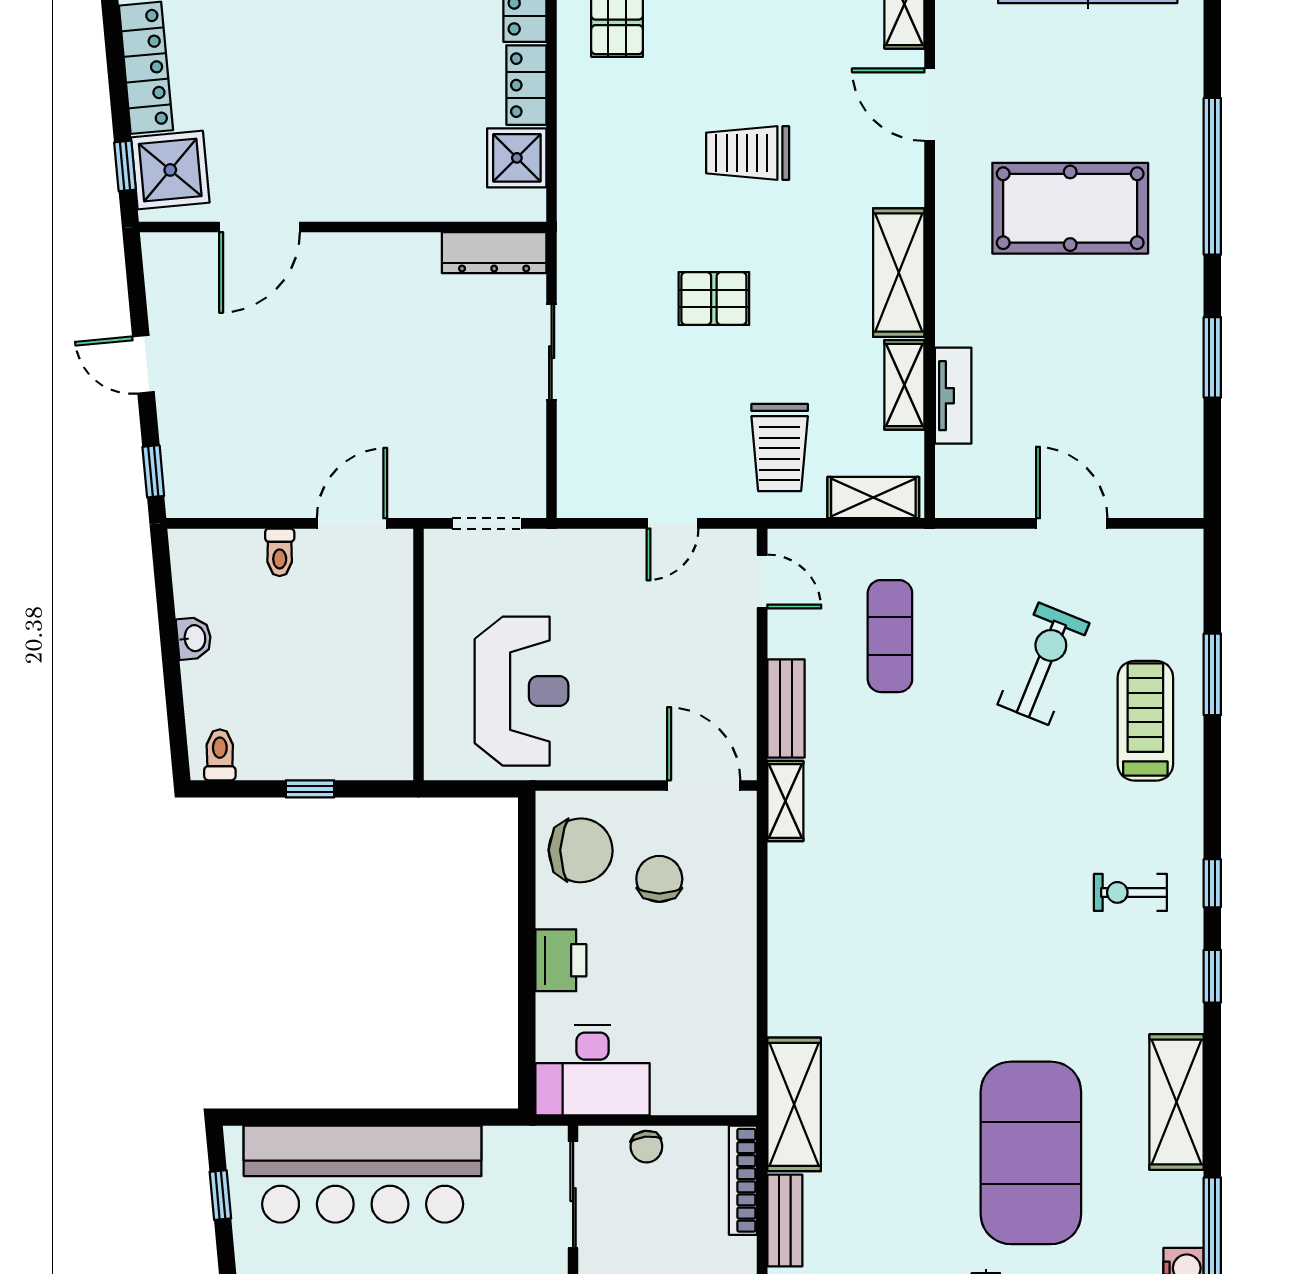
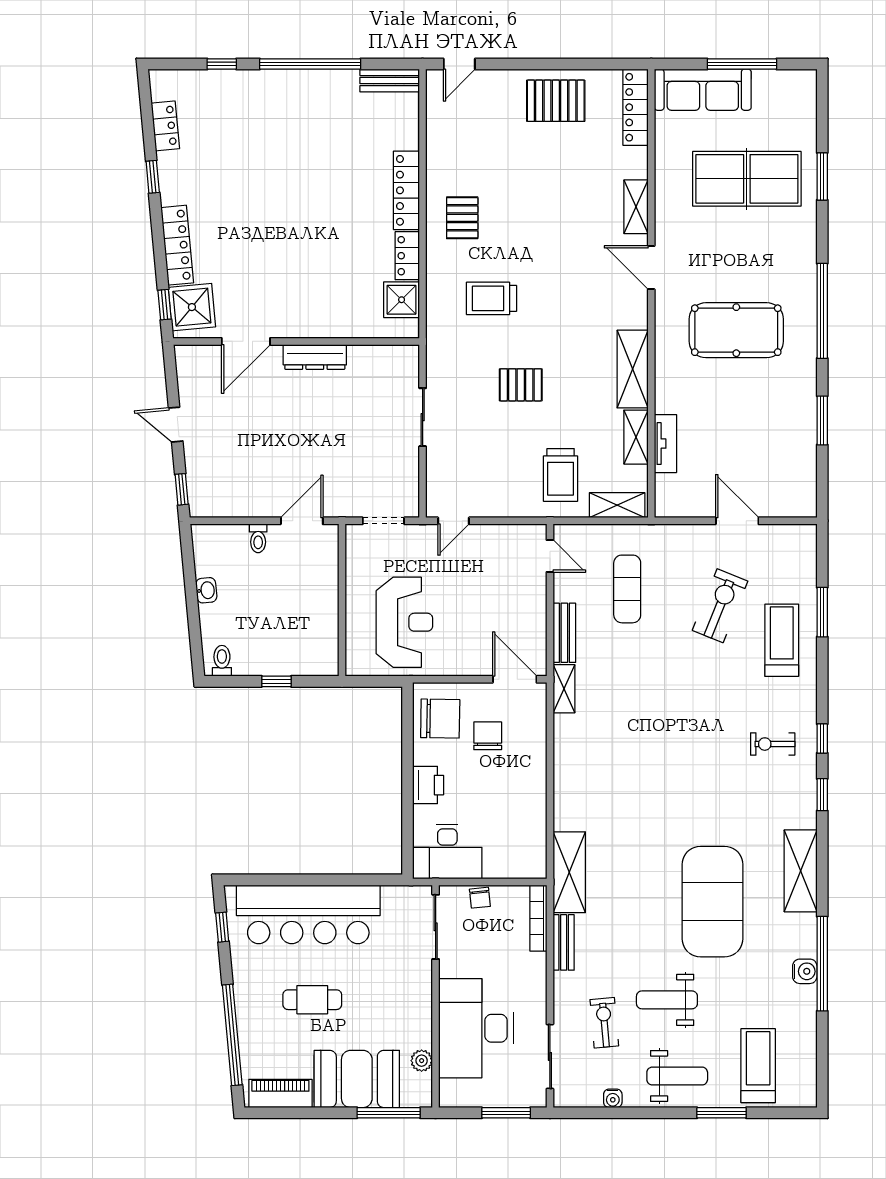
trolley: (748, 153) -> (491, 298), moved
dresser: (494, 253) -> (315, 357), moved
door: (672, 523) -> (454, 521), moved

